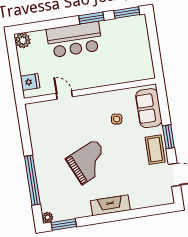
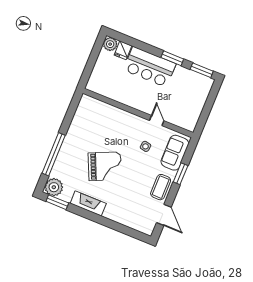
fridge: (30, 82) -> (123, 50), moved, turned 90
door: (64, 95) -> (157, 121), moved
window: (168, 137) -> (181, 174), moved
fireplace: (110, 205) -> (88, 203), moved
plant: (48, 217) -> (54, 187), width x1.88, depth x1.88

